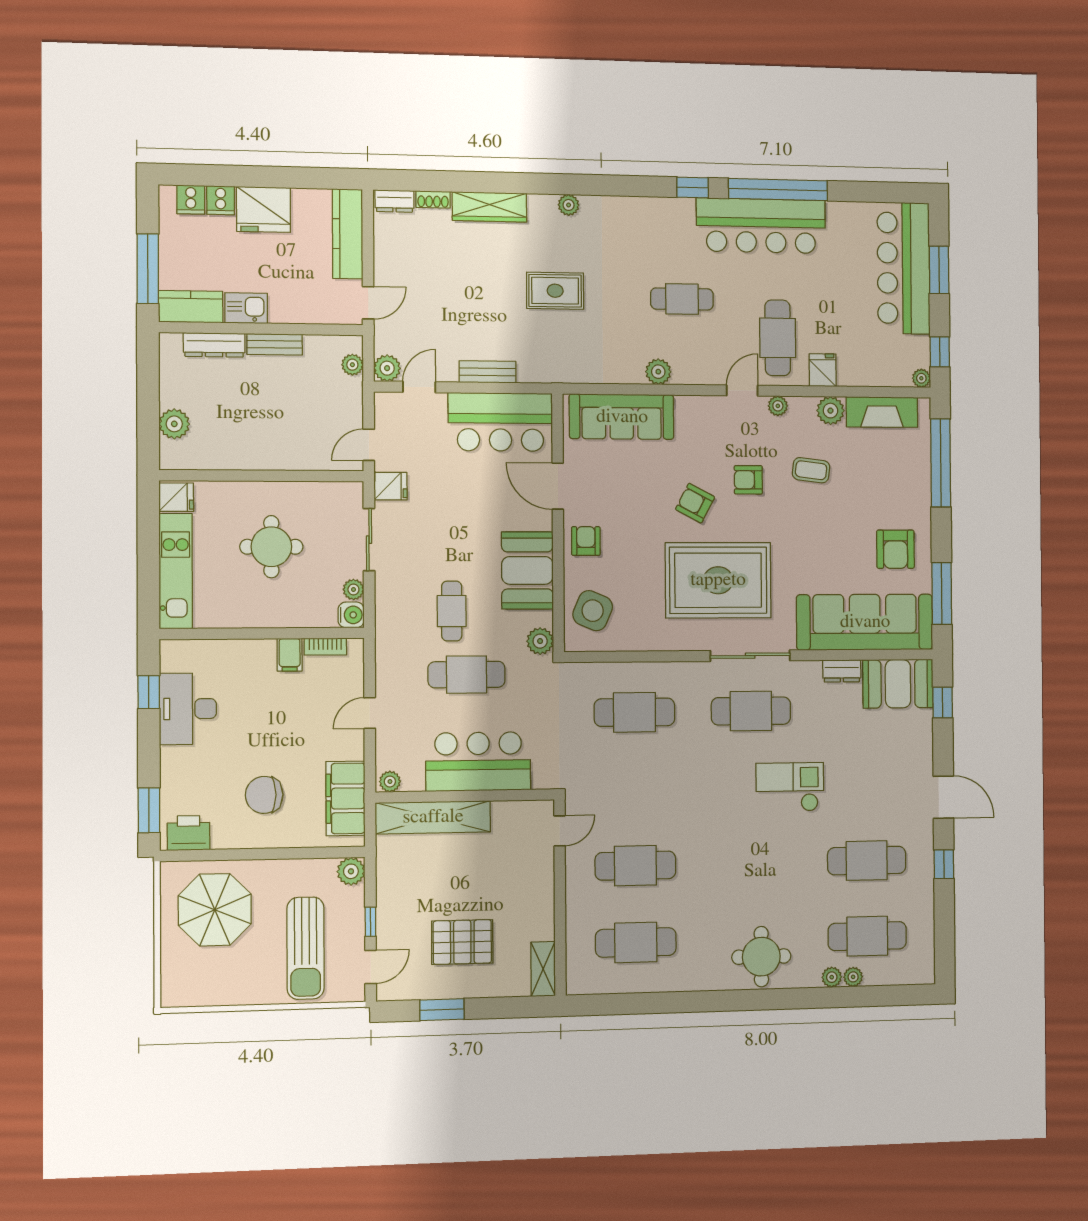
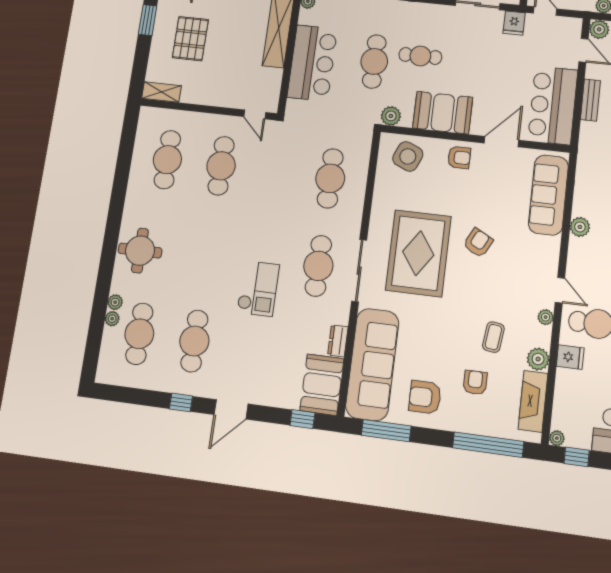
armchair: (748, 480) -> (475, 383), moved

